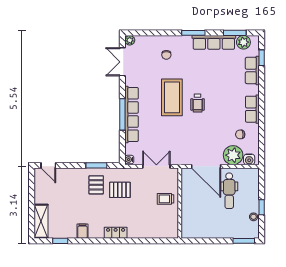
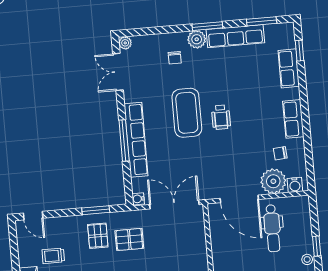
plant: (243, 42) -> (197, 39), moved
double door: (156, 166) -> (174, 205), width x1.37
trolley: (166, 199) -> (53, 256), moved

